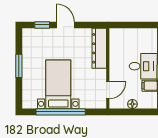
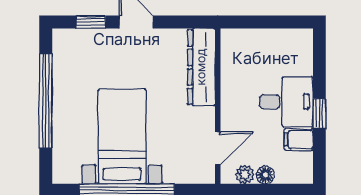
window: (19, 66) -> (46, 101), width x2.11
plant: (122, 104) -> (245, 174), added

